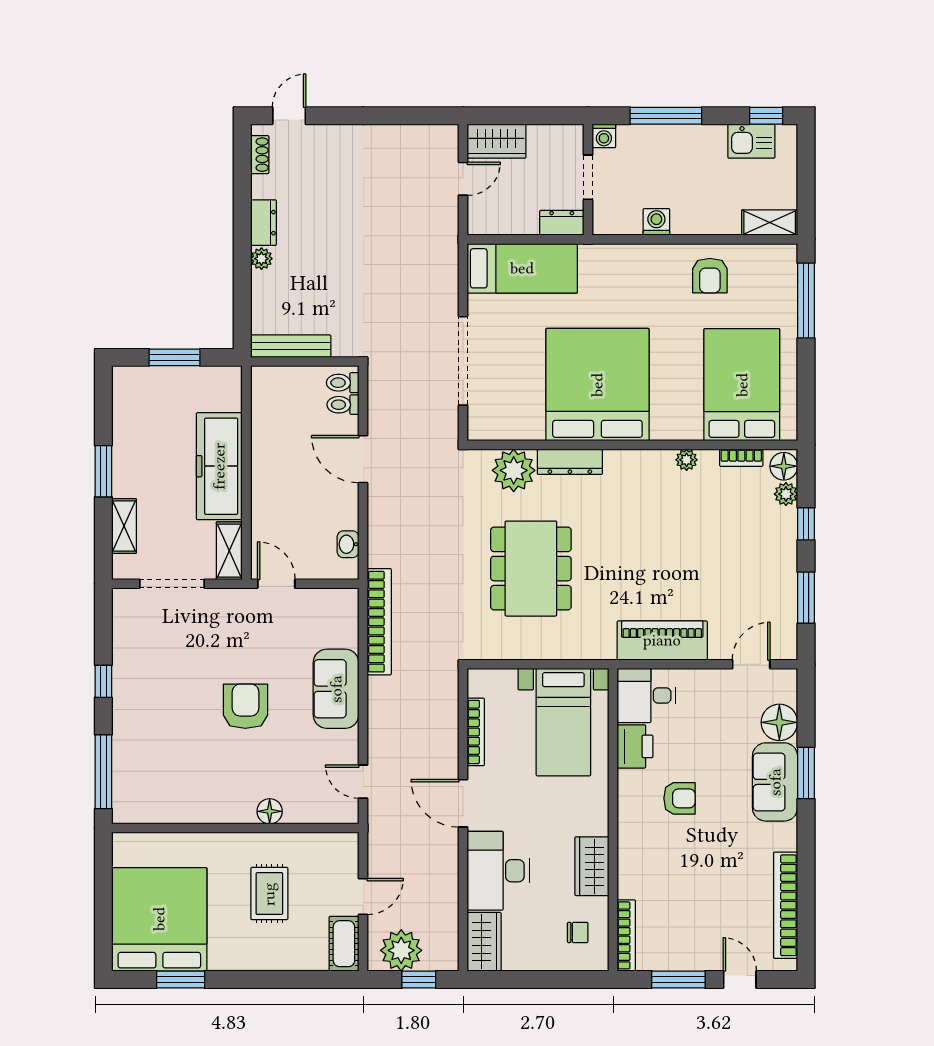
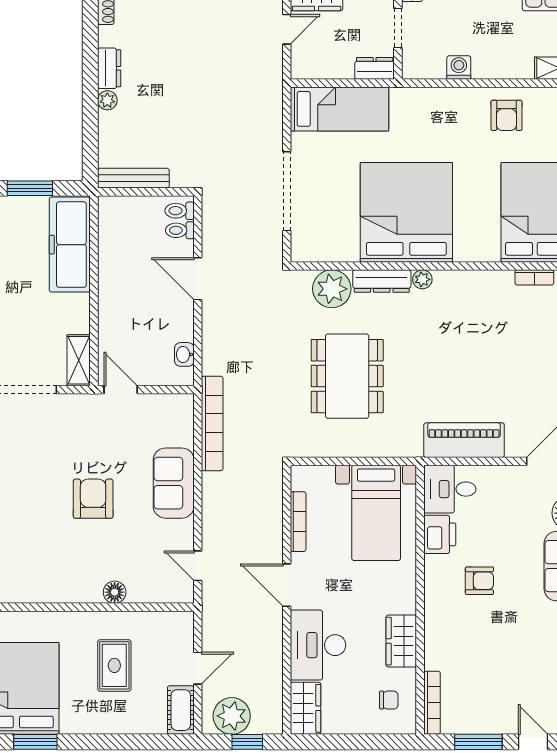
plant: (687, 460) -> (422, 279), moved
freezer: (219, 466) -> (70, 245), moved

